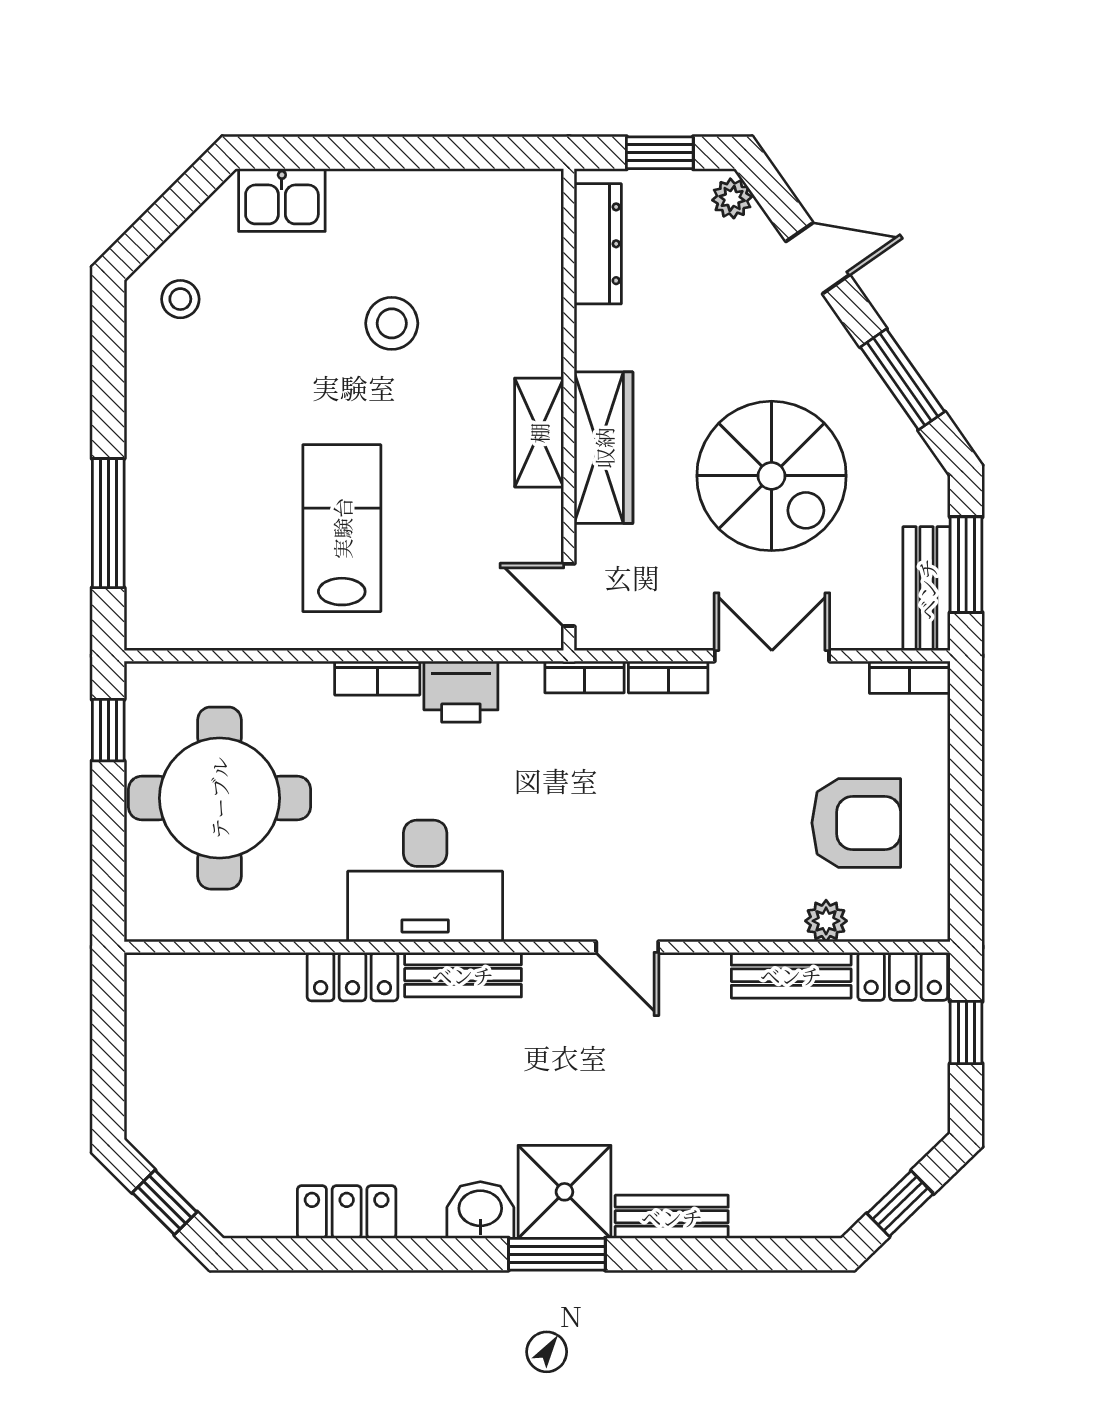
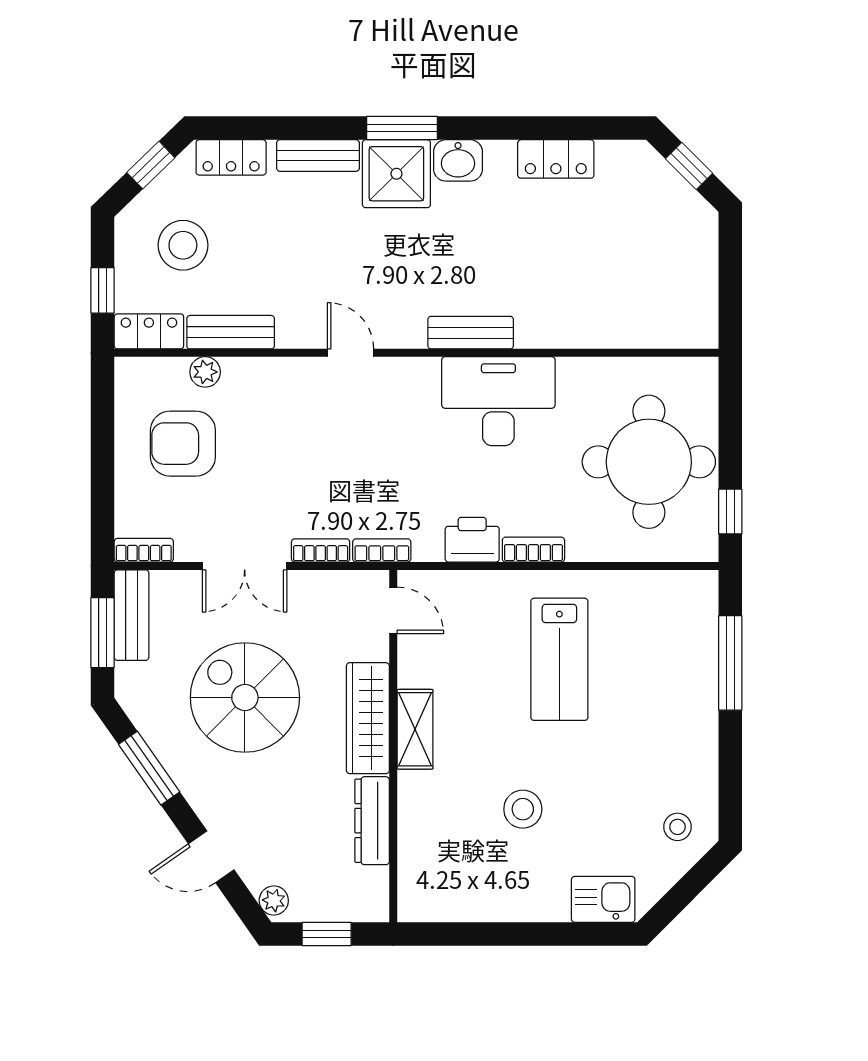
dresser: (598, 244) -> (372, 821), moved
locker: (353, 977) -> (231, 157), moved, turned 180
stool: (856, 1094) -> (183, 245), added

